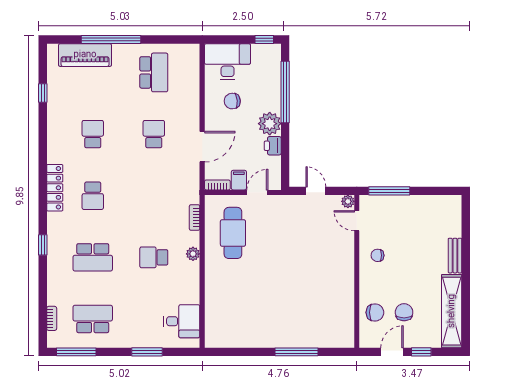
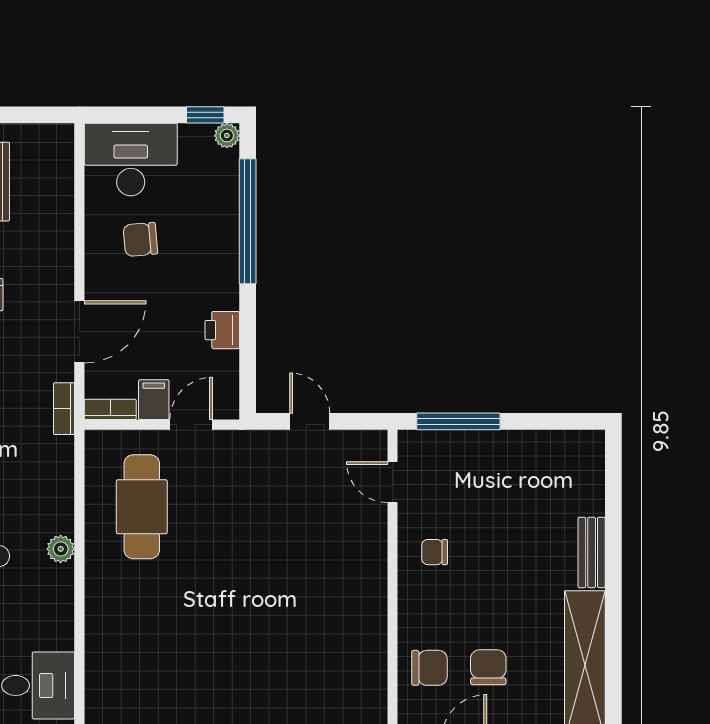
plant: (270, 124) -> (227, 136), moved, width x0.53, depth x0.53
plant: (348, 201) -> (374, 443), removed
bookcase: (195, 217) -> (64, 409), moved

